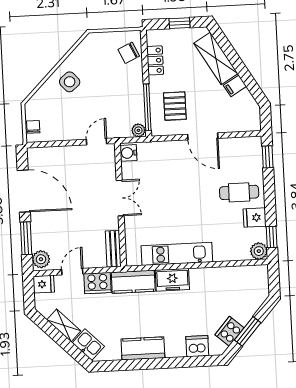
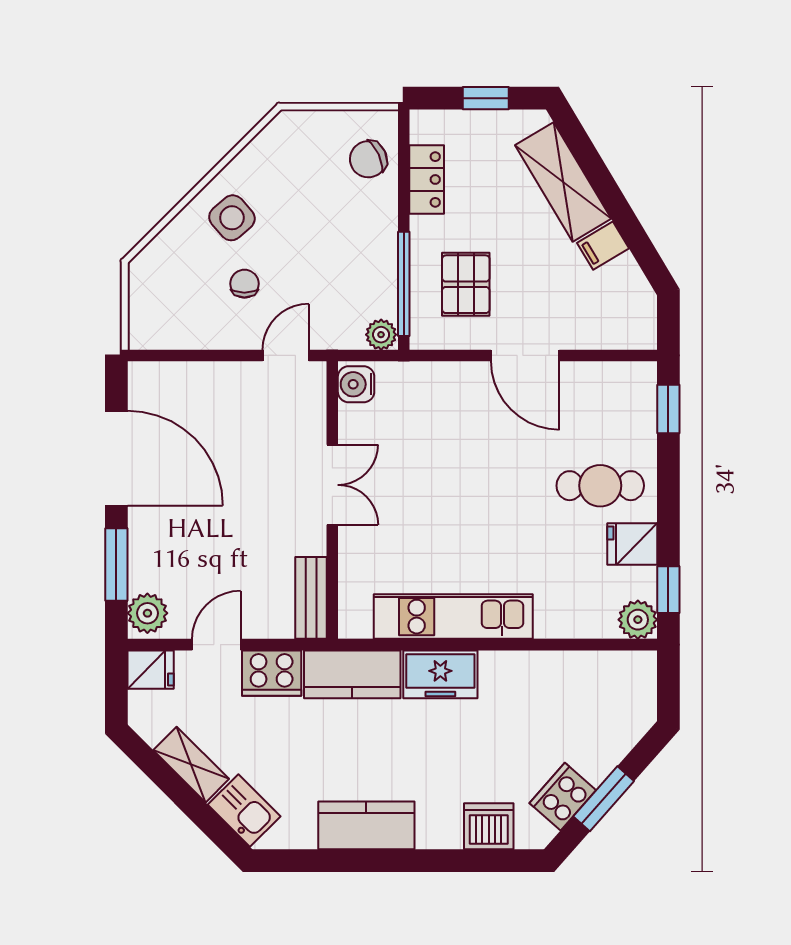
chair: (33, 127) -> (244, 284), moved

